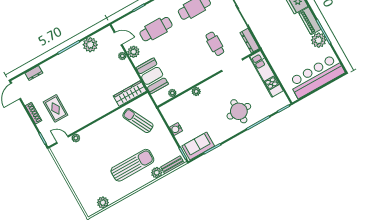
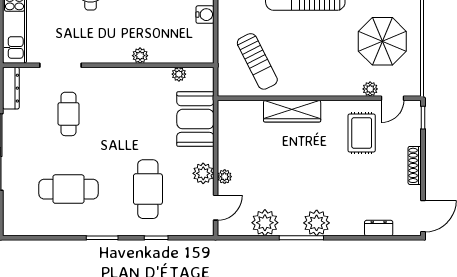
cafe table: (156, 29) -> (148, 189), turned 90
door: (118, 38) -> (216, 208), swing flipped
plant: (65, 59) -> (317, 223), added
wardrobe: (130, 93) -> (292, 111), moved
rug: (56, 108) -> (362, 133), moved
door: (62, 140) -> (393, 98), hinge flipped
parasol: (83, 164) -> (382, 41), added

